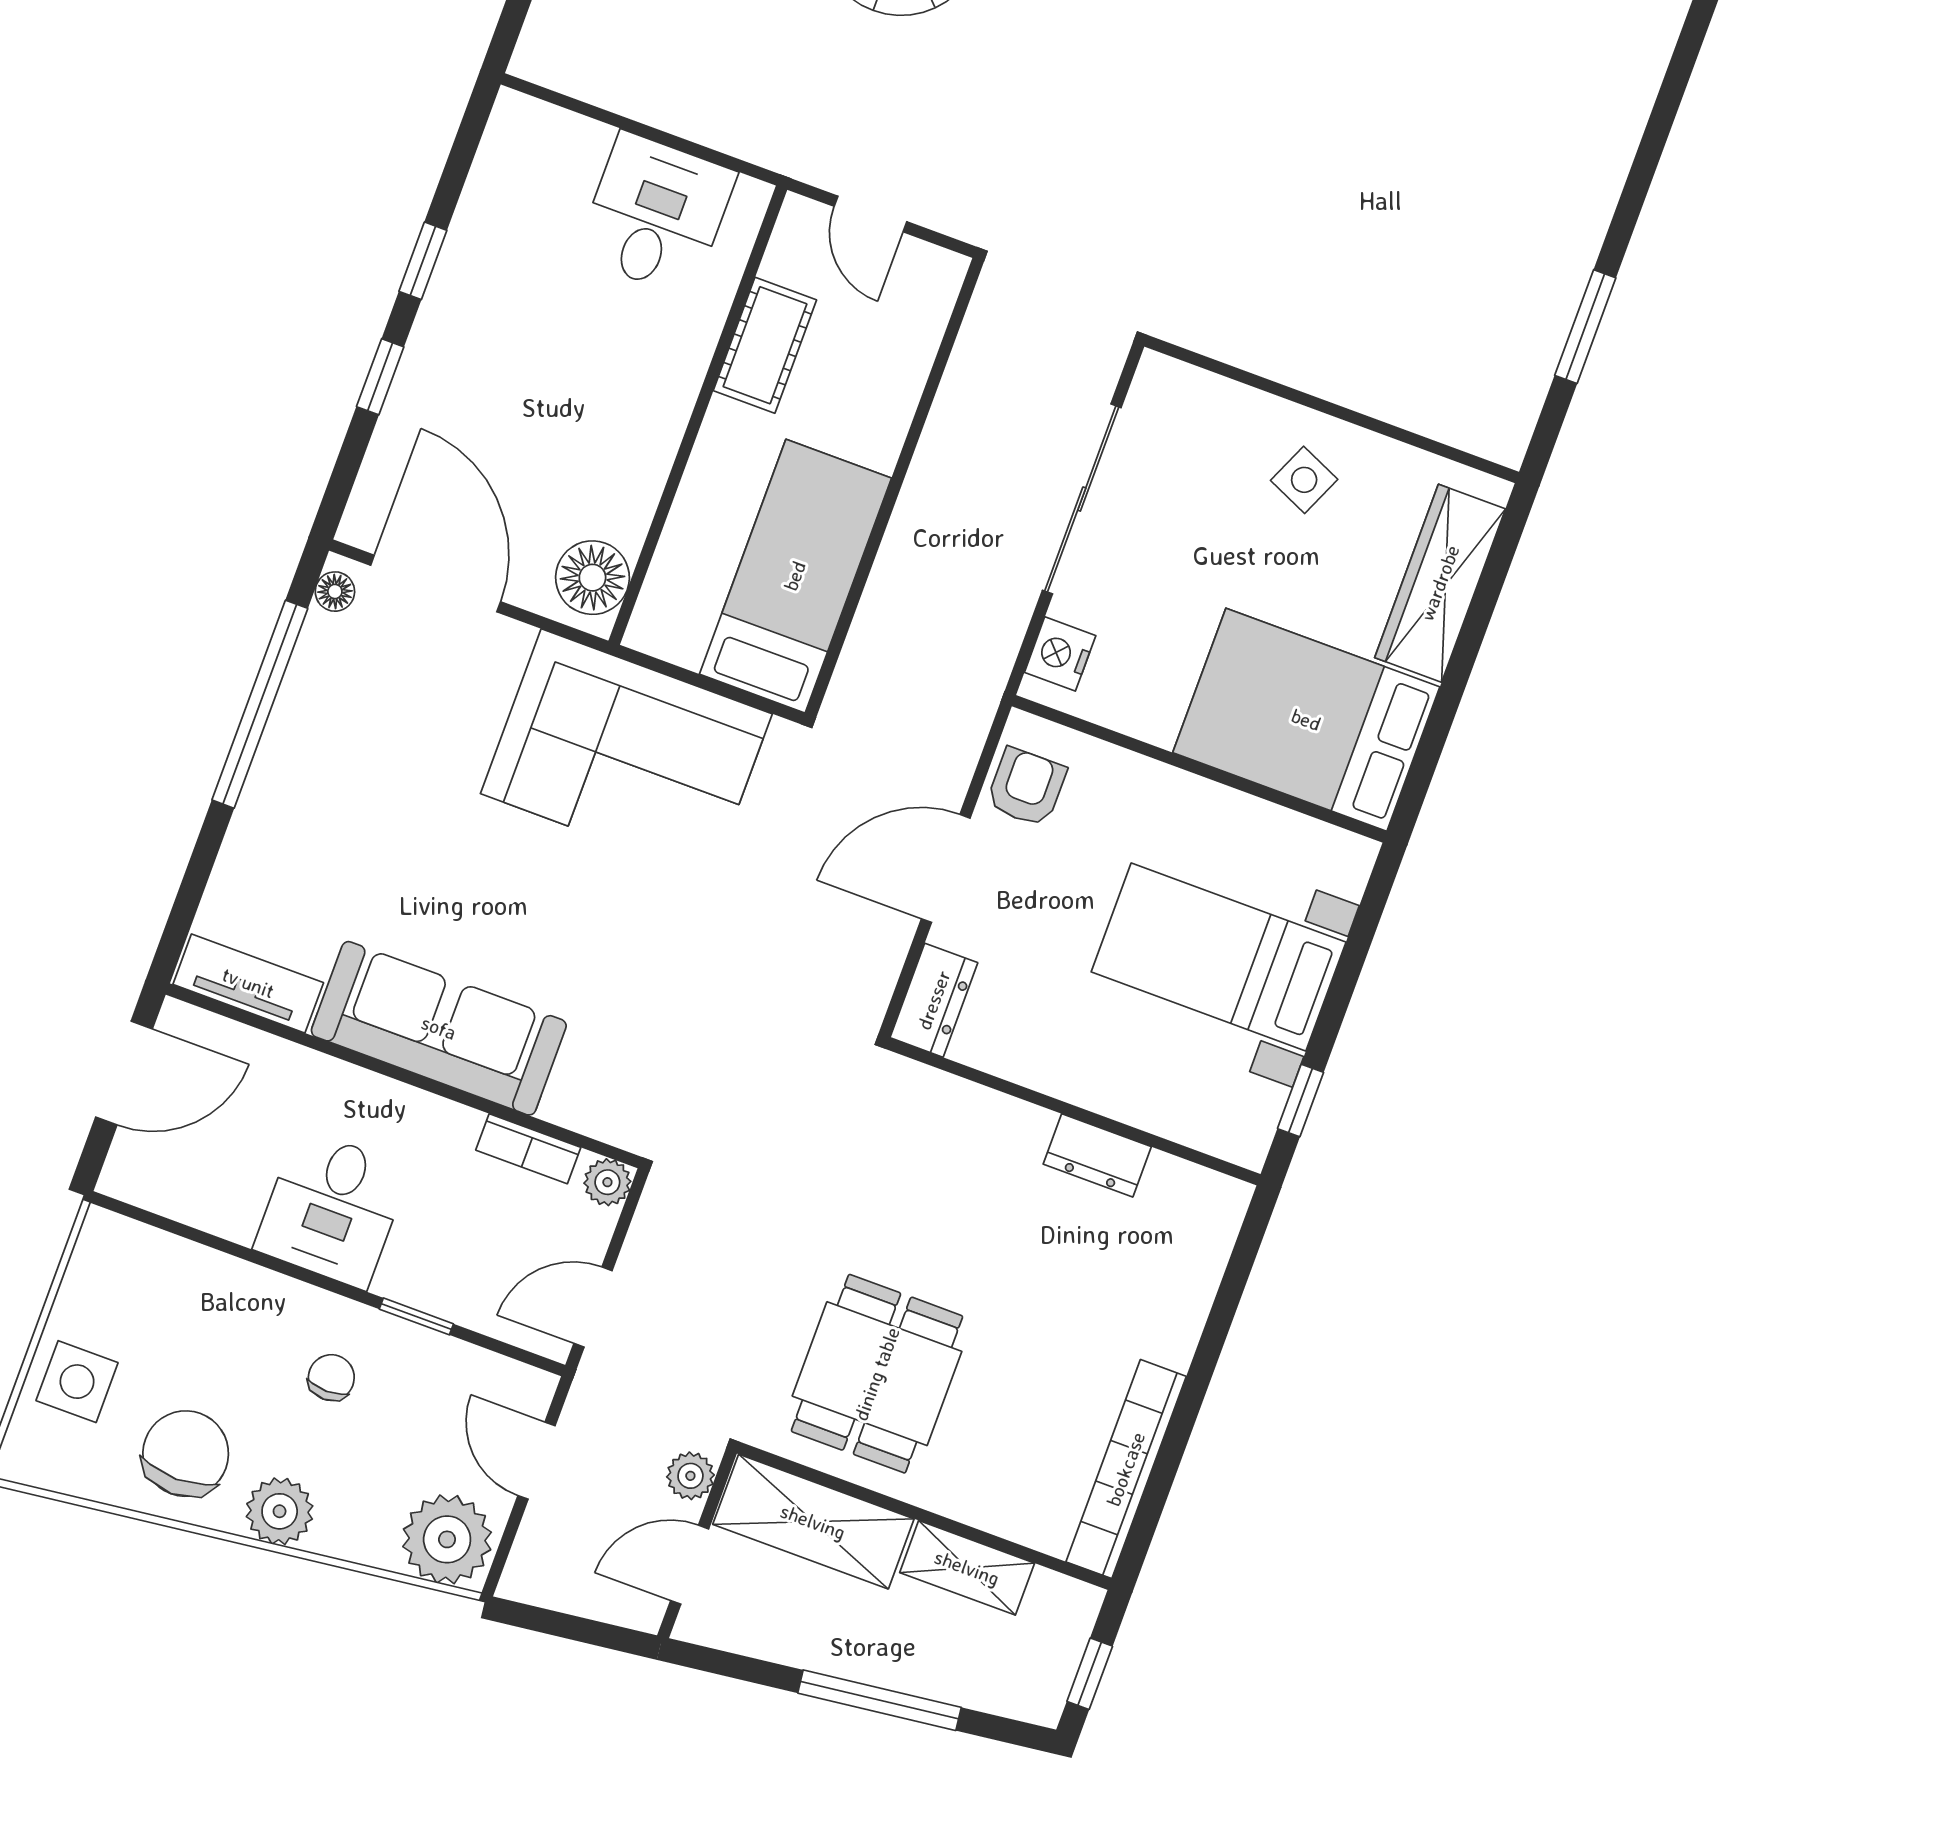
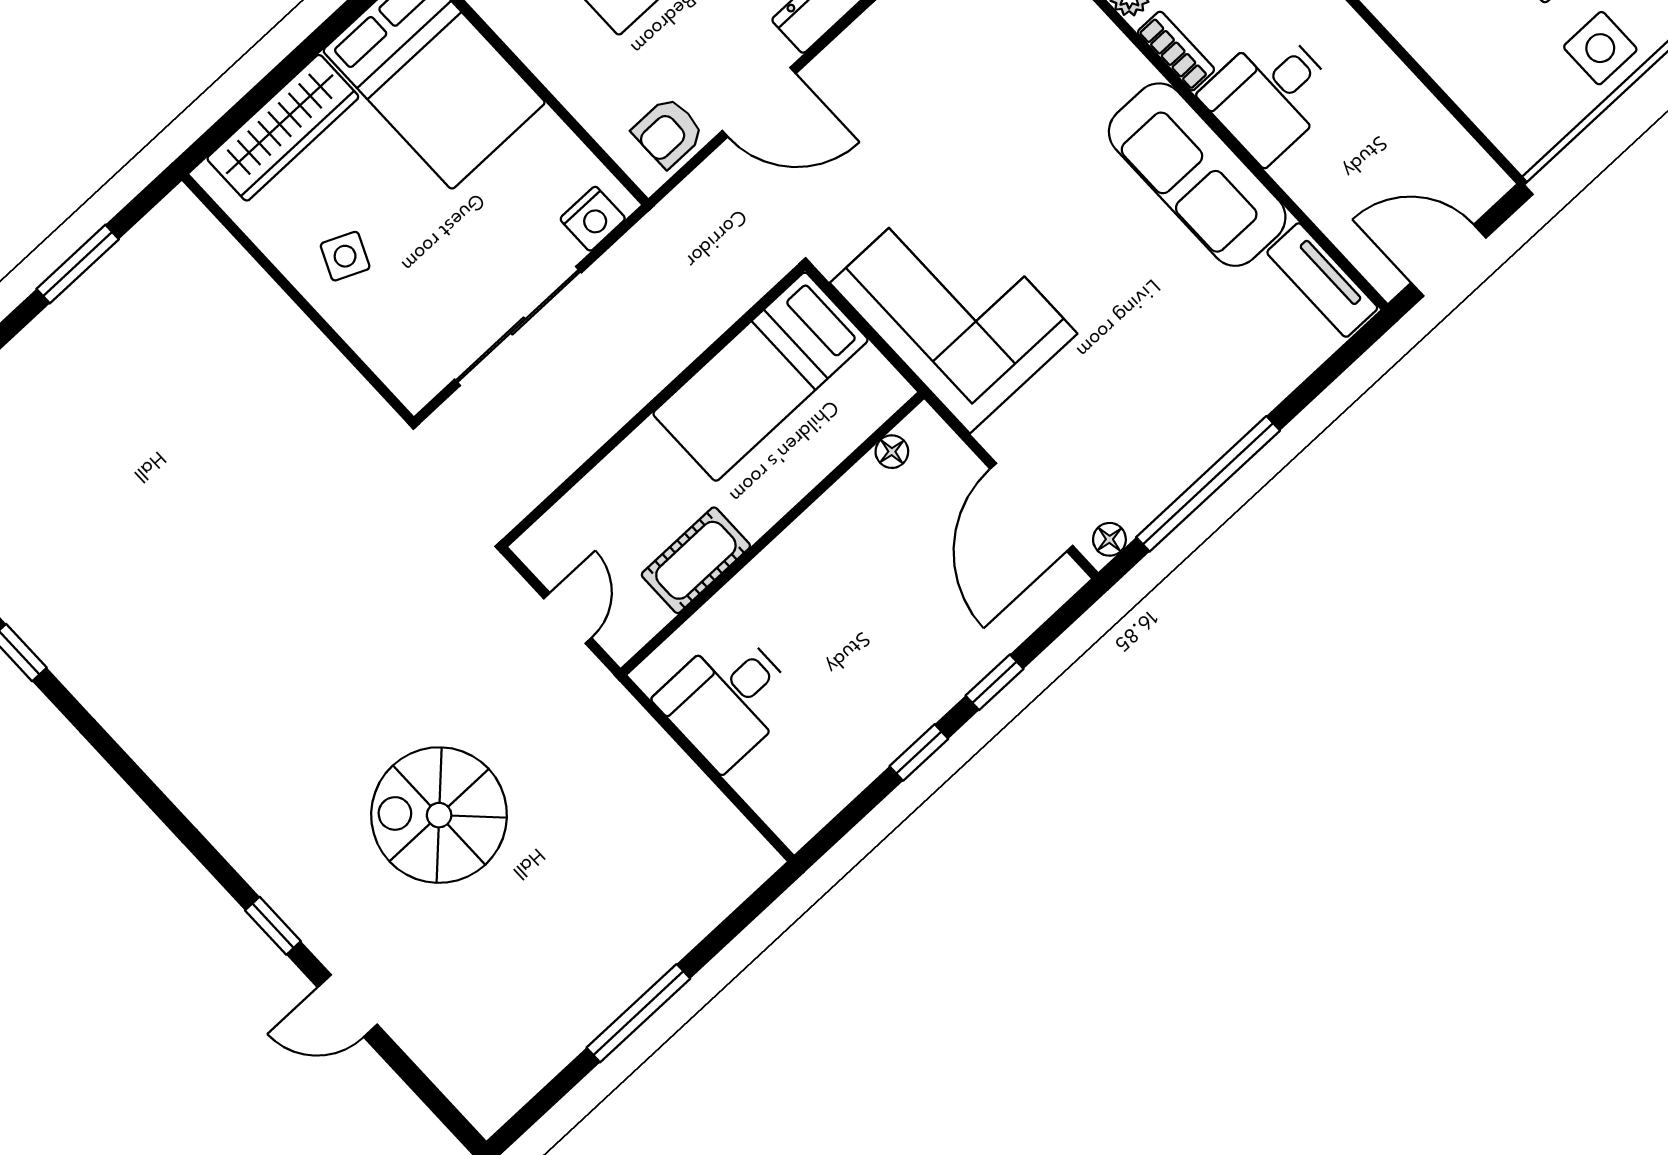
floor lamp: (592, 578) -> (892, 452), width x0.53, depth x0.53
desk: (332, 1209) -> (1270, 95), moved, turned 180

